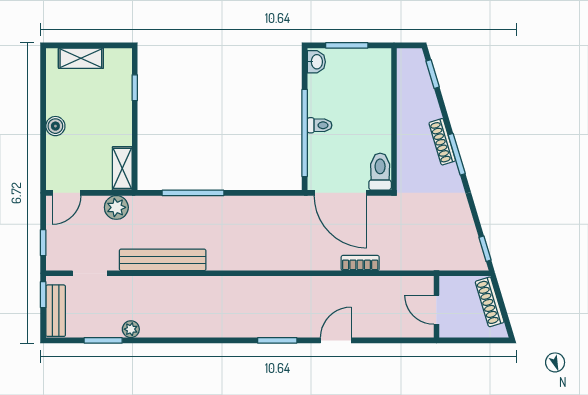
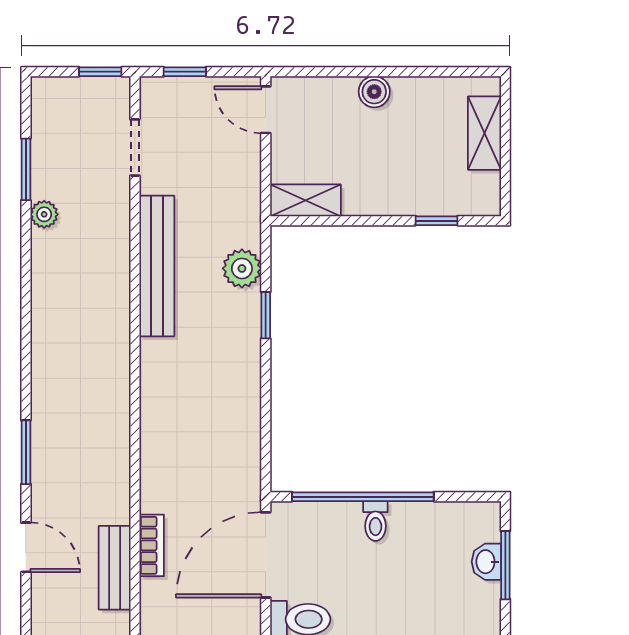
washbasin: (316, 62) -> (486, 562), moved, turned 90
window: (193, 193) -> (266, 315), width x0.46
plant: (116, 207) -> (242, 268), moved
bookcase: (360, 263) -> (152, 545), moved
bench: (56, 311) -> (115, 568), moved, turned 90

